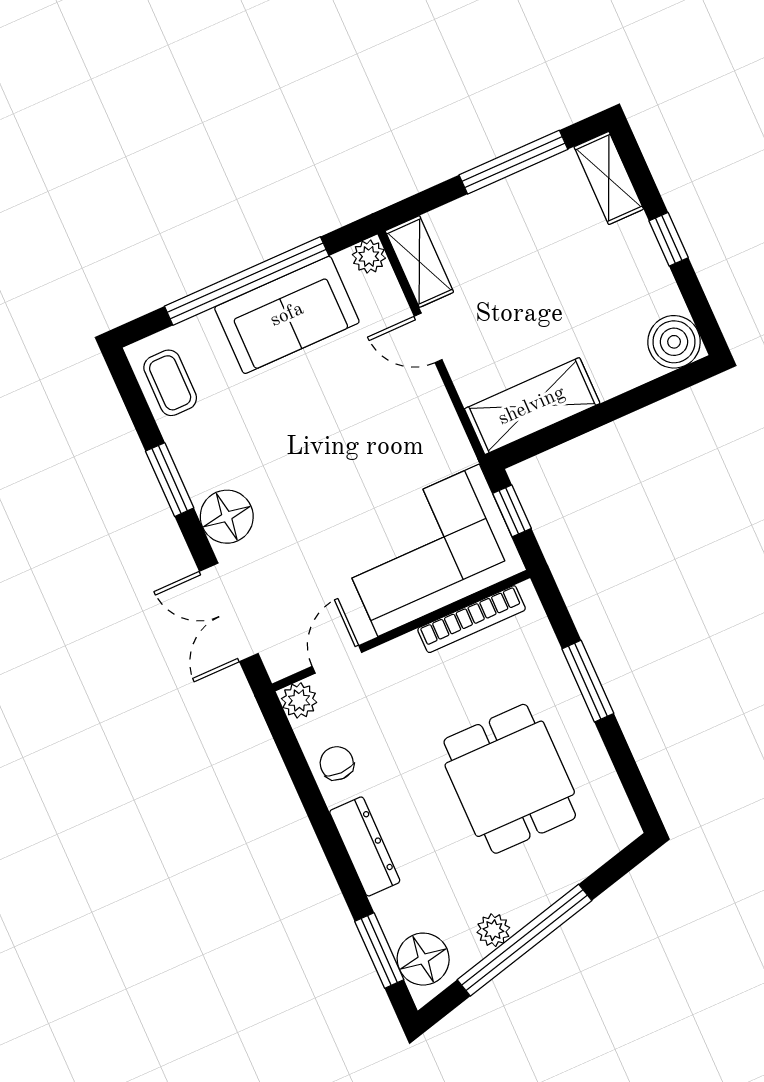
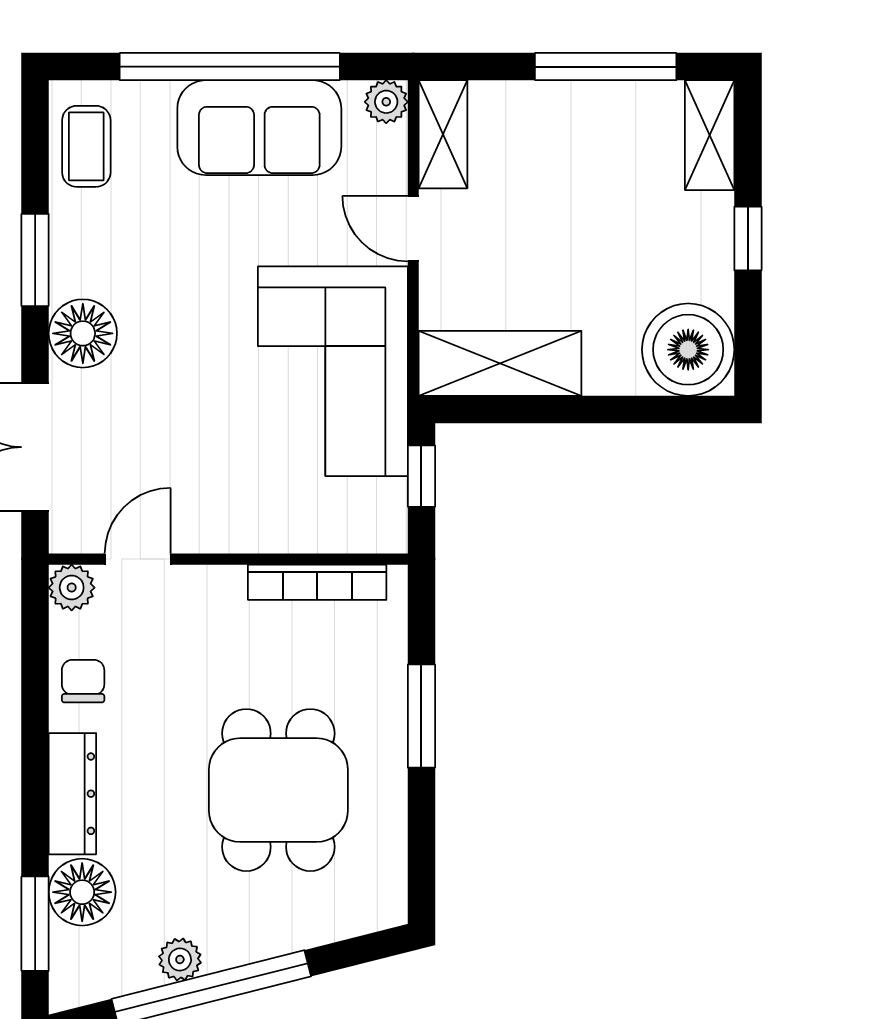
boiler: (674, 342) -> (688, 350), width x1.37, depth x1.37
corner sofa: (429, 550) -> (333, 371), moved, turned -90
floor lamp: (423, 959) -> (82, 892), moved

